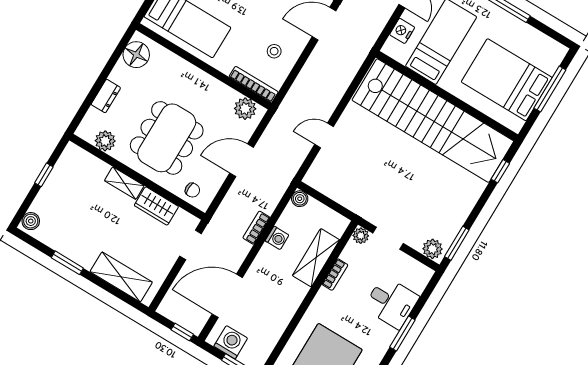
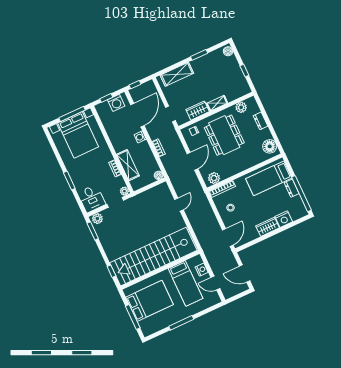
washing machine: (277, 238) -> (140, 137), moved
desk: (391, 302) -> (92, 198), moved, turned -90

